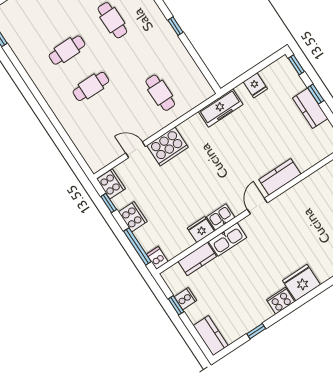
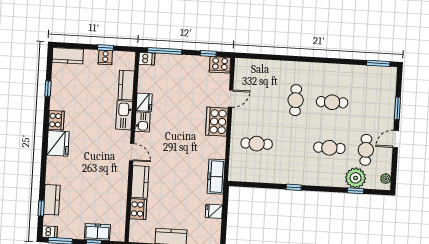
cafe table: (67, 50) -> (332, 102), turned 90
cooker: (133, 217) -> (138, 209), moved, turned -90

